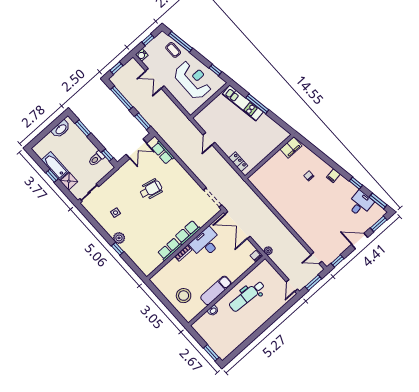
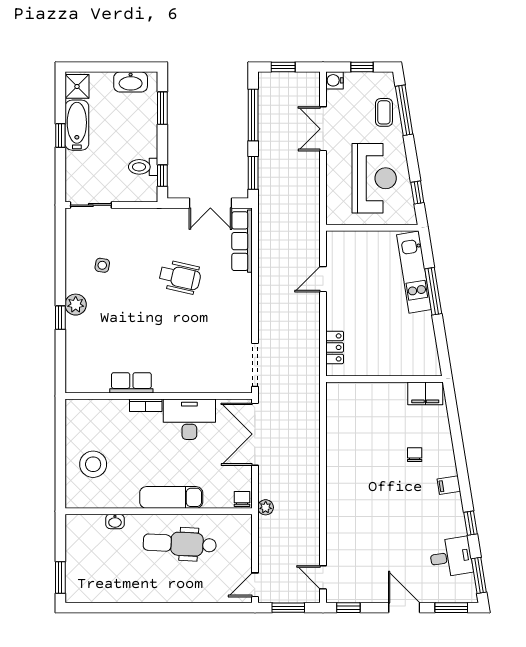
row of seats: (163, 153) -> (242, 241), width x1.48
shower: (69, 181) -> (77, 86), moved
row of seats: (188, 232) -> (177, 382), removed
exam couch: (216, 290) -> (171, 497), moved

